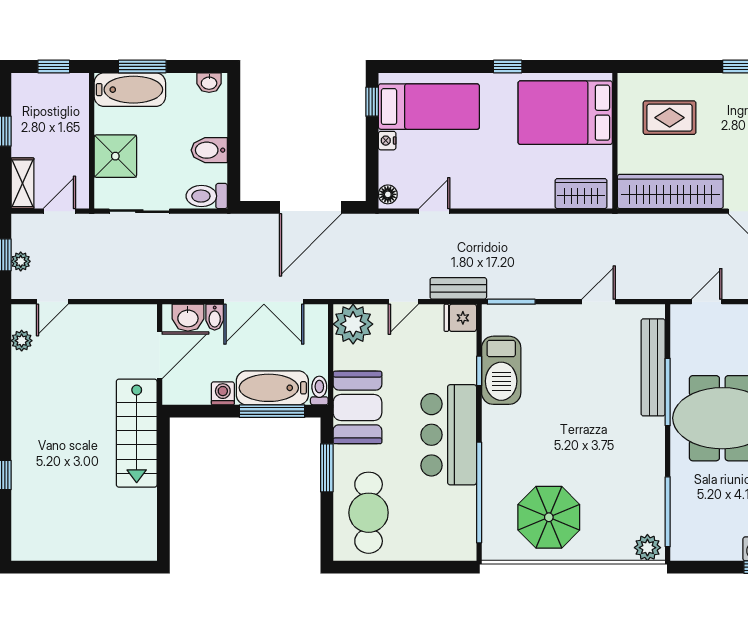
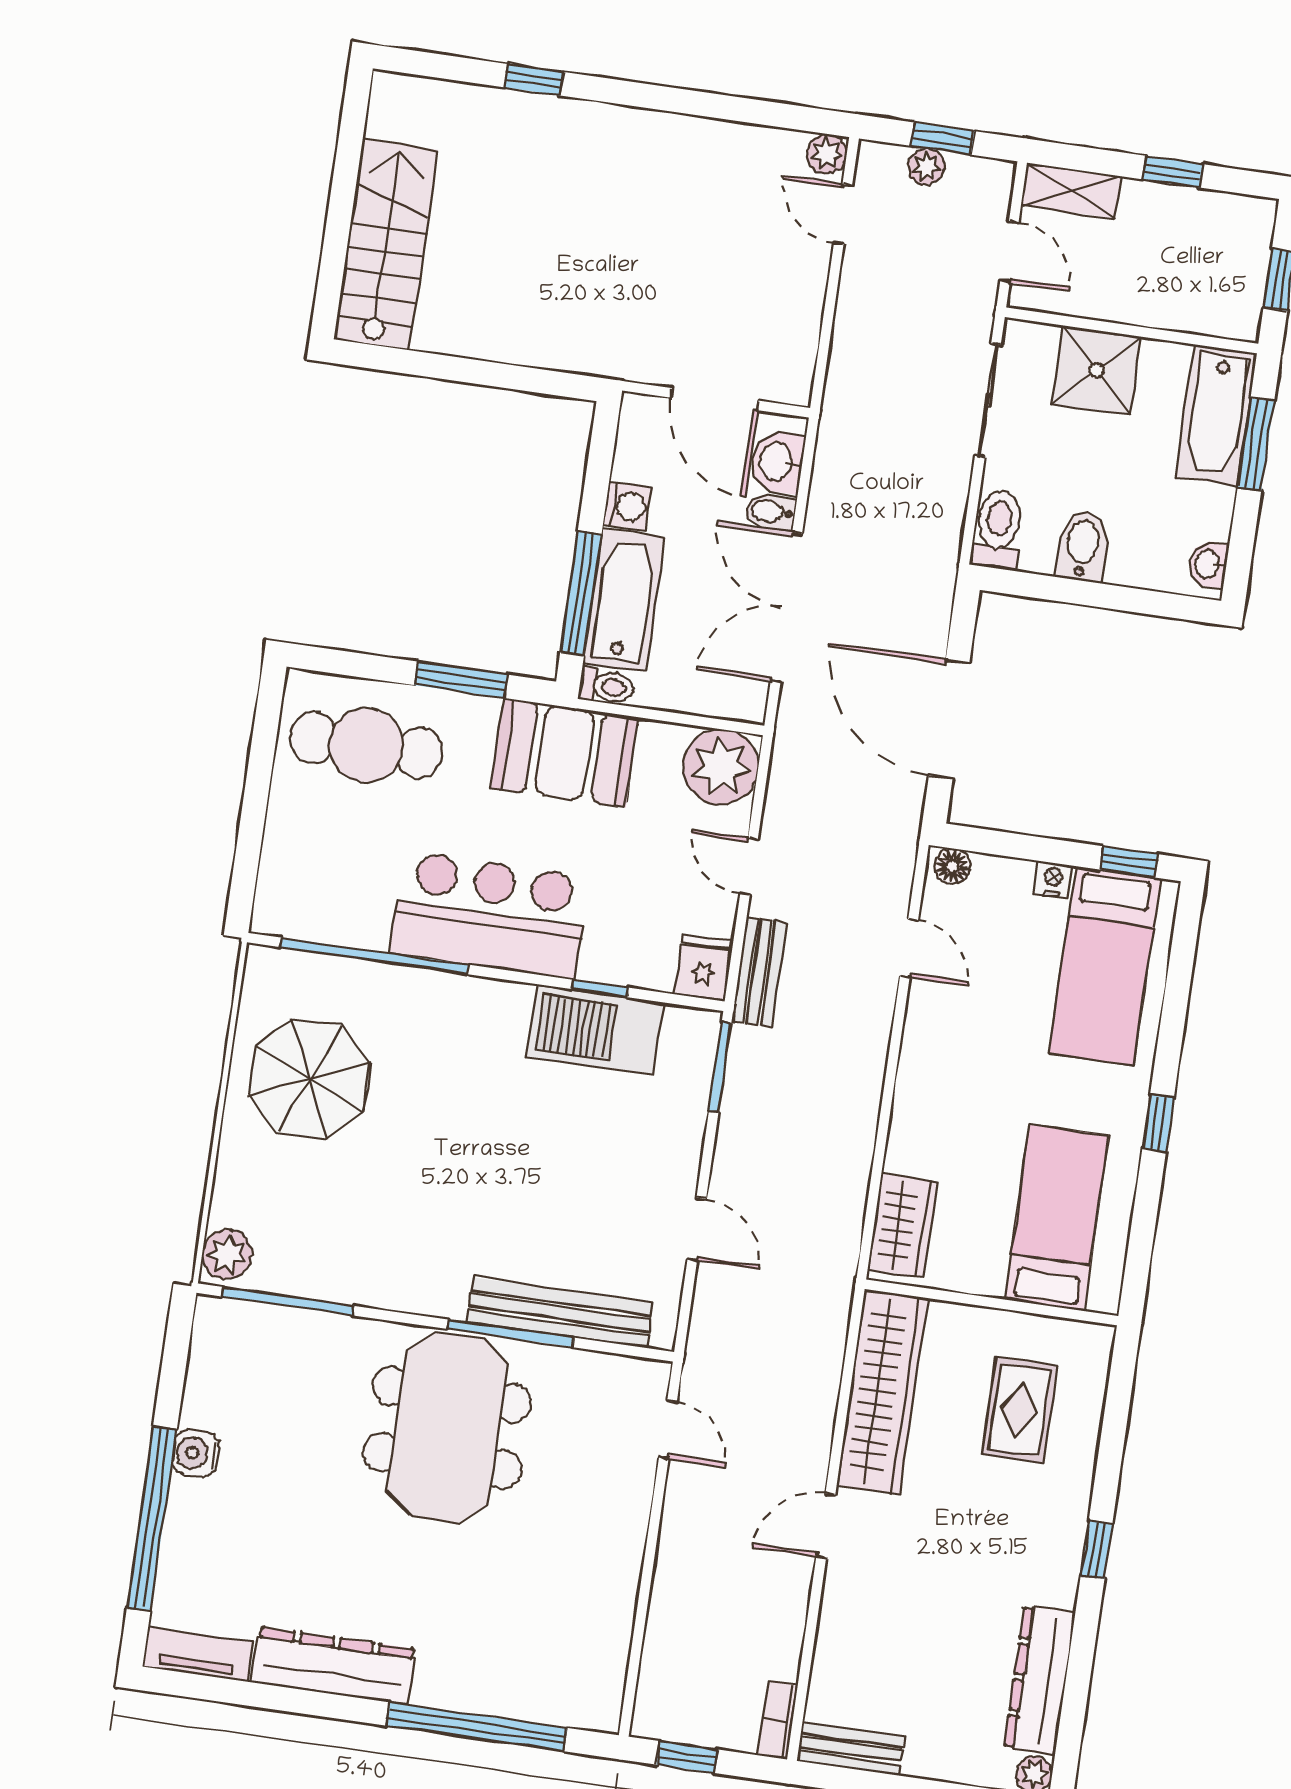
bed: (565, 113) -> (1057, 1218), width x0.67
plant: (22, 341) -> (827, 154), moved
stairs: (137, 433) -> (386, 245), moved, turned 90

